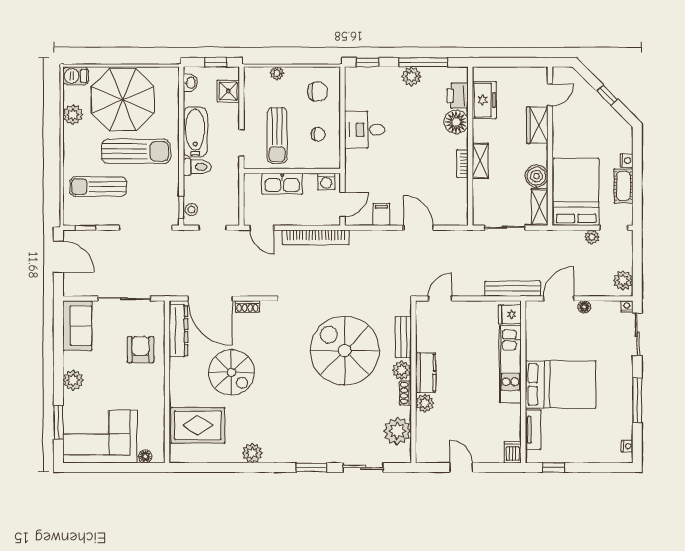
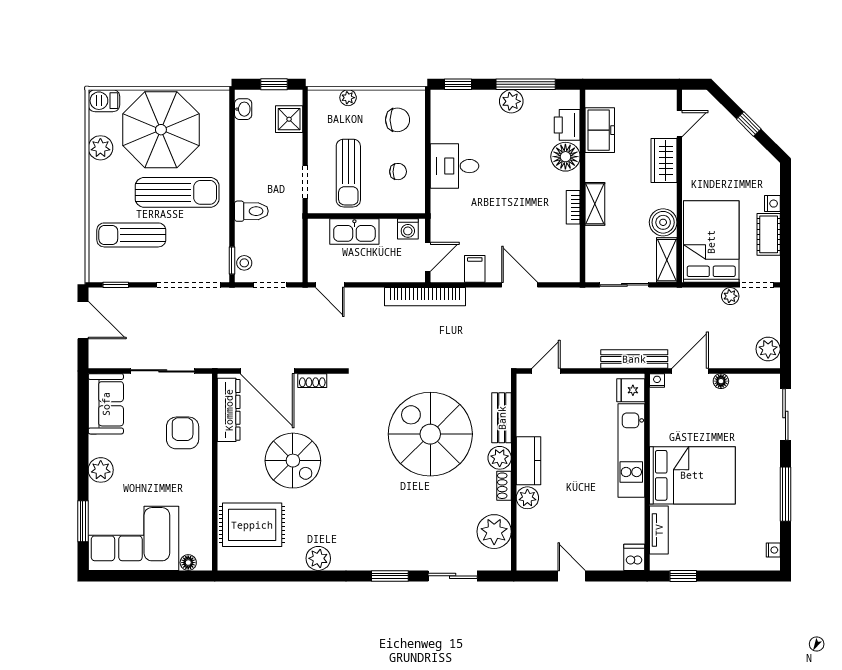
bathtub: (195, 132) -> (249, 169), removed
bookcase: (316, 237) -> (425, 297), moved
nightstand: (627, 306) -> (657, 380), moved

